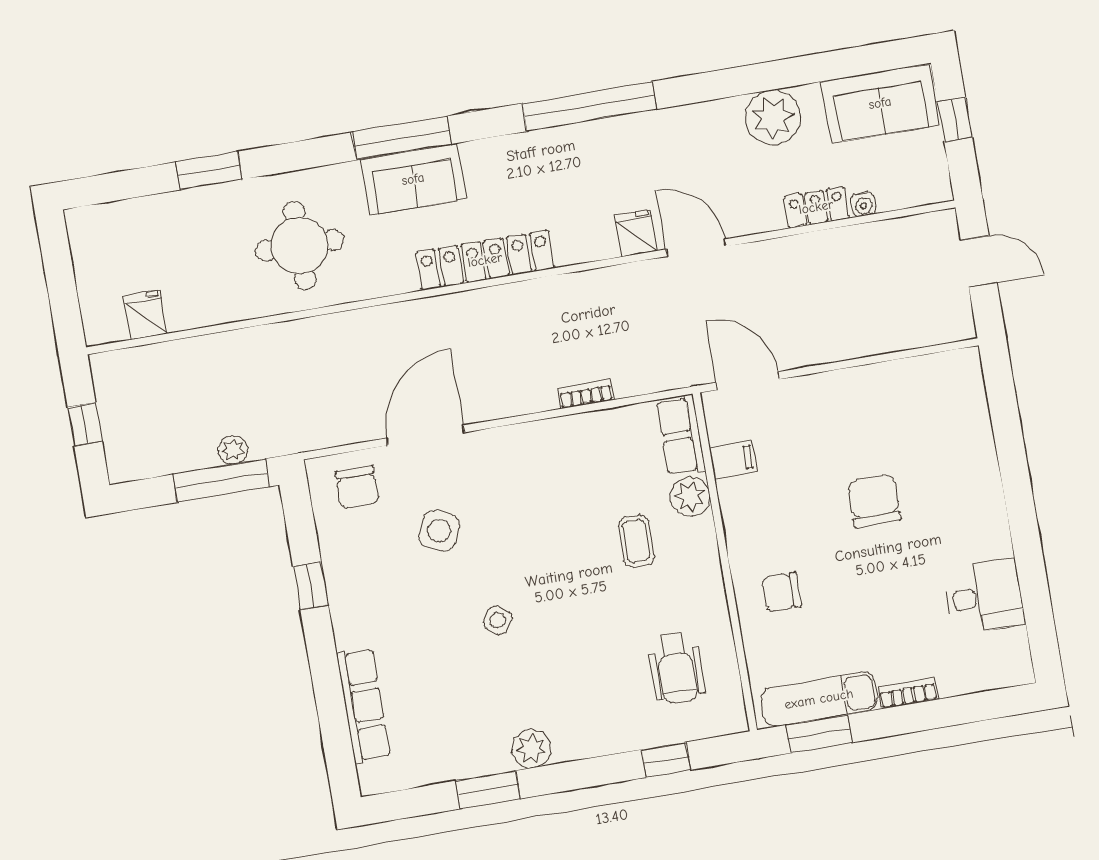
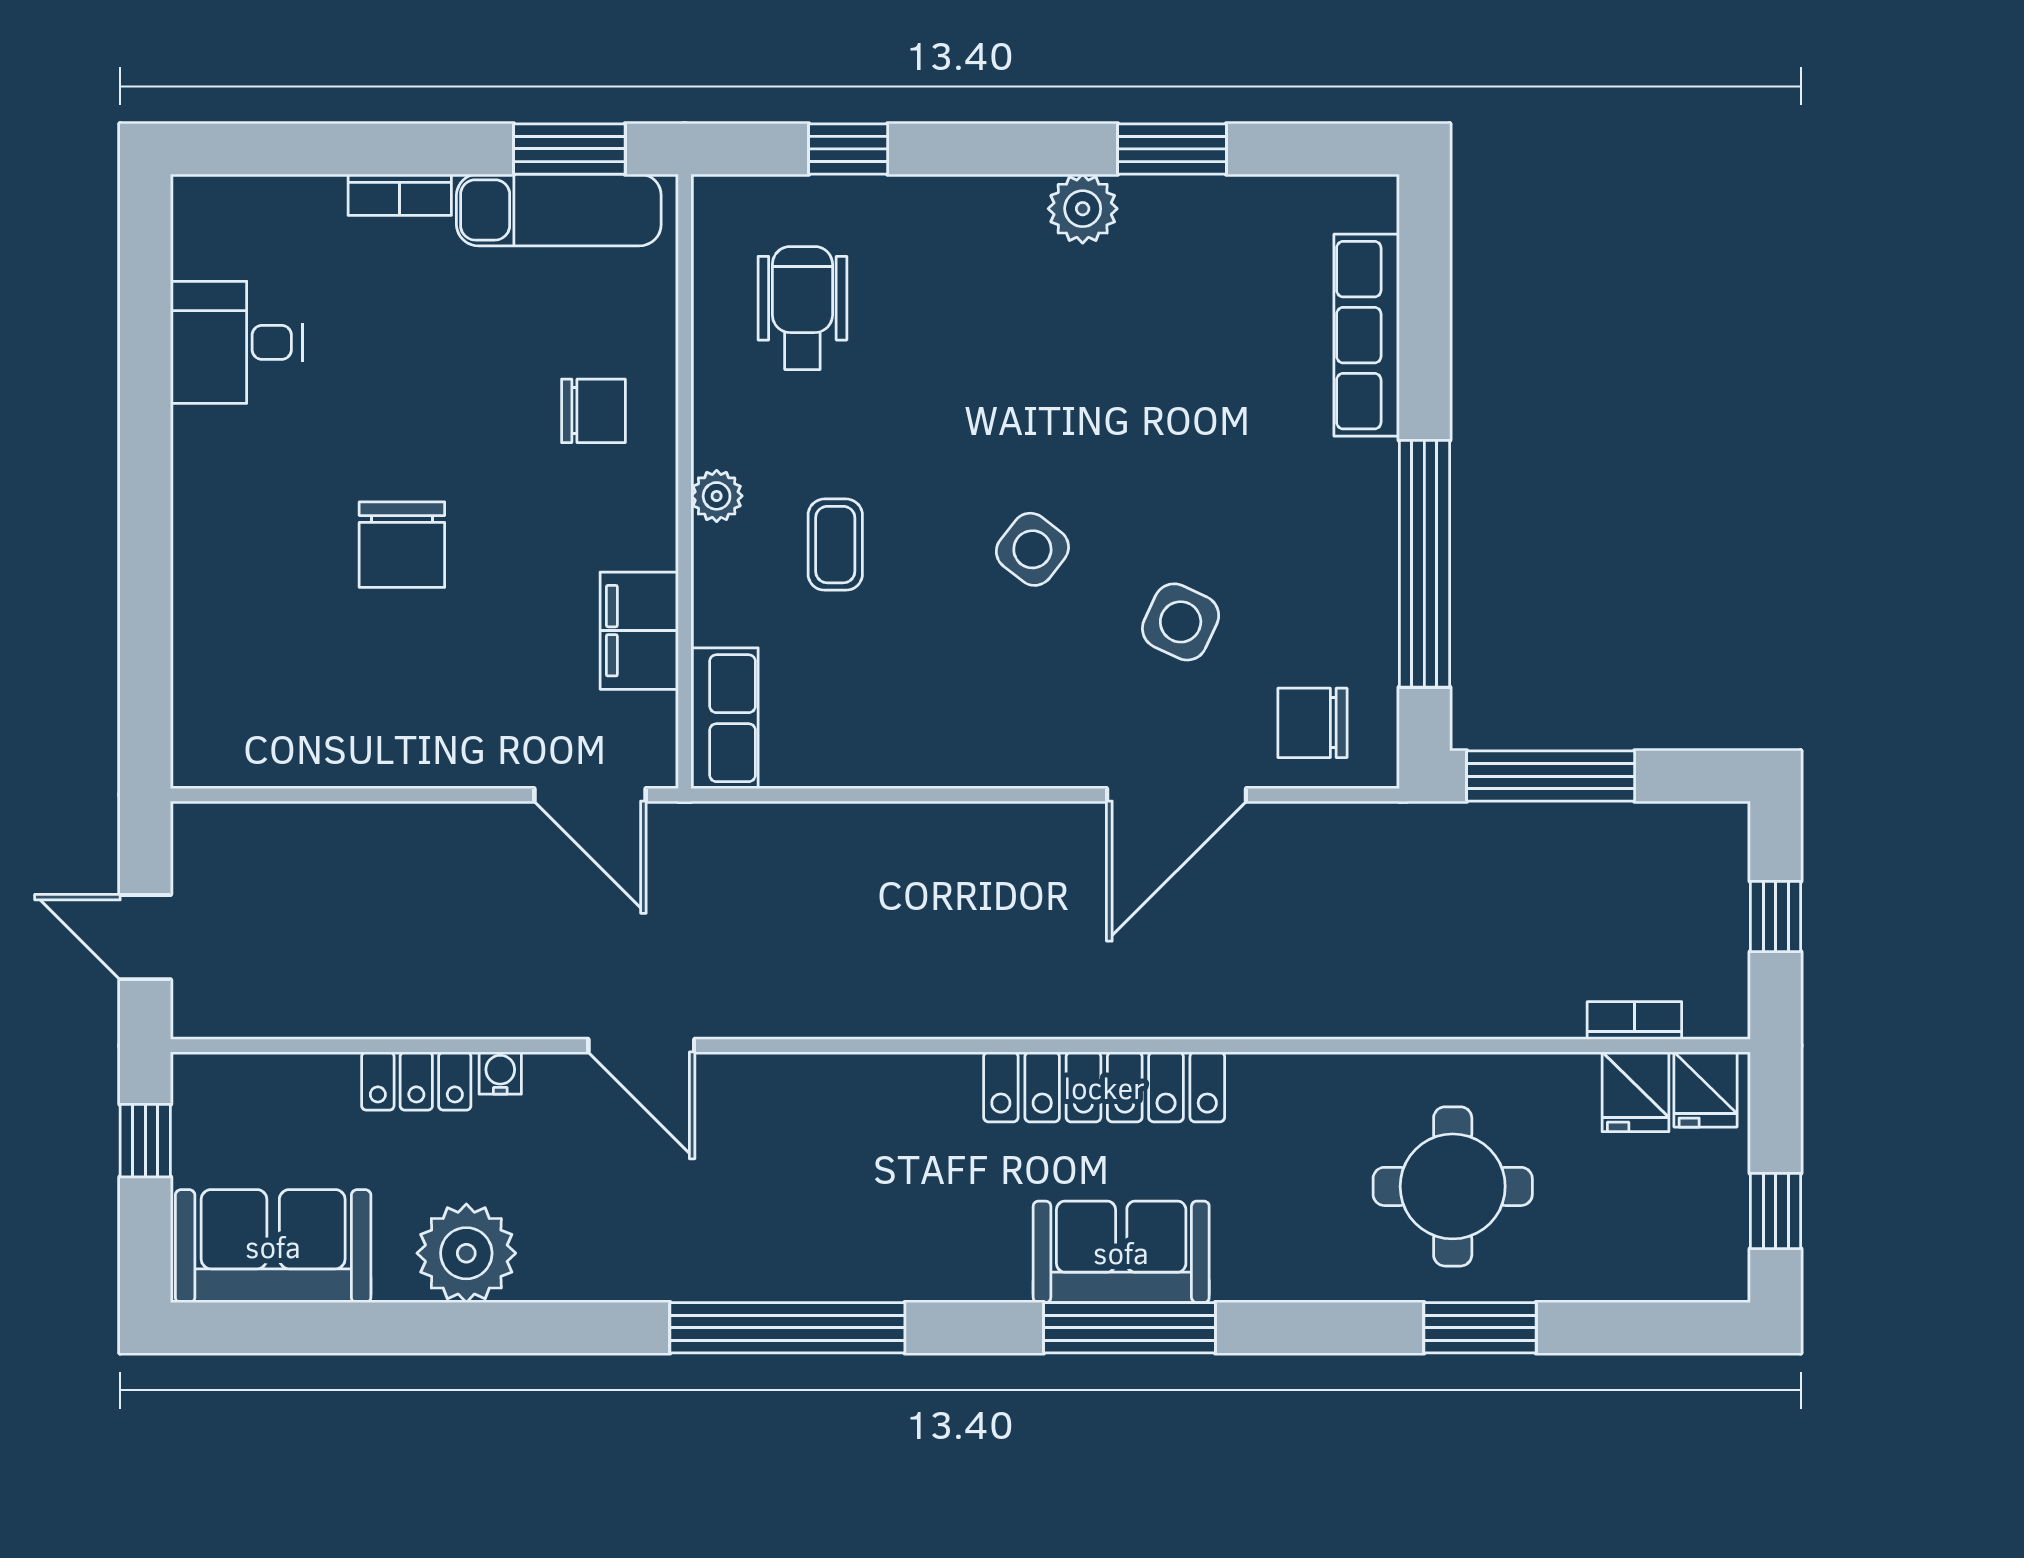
window: (955, 119) -> (145, 1141), moved
water cooler: (863, 204) -> (500, 1073), moved
fridge: (636, 233) -> (1705, 1089), moved
round table: (300, 245) -> (1453, 1186), moved
locker: (485, 260) -> (1104, 1087), moved
window: (57, 262) -> (1776, 1211), added
bookcase: (586, 394) -> (1634, 1020), moved, turned 180
plant: (233, 450) -> (1521, 827), removed
filing cabinet: (733, 459) -> (639, 631), width x2.00
chair: (357, 487) -> (1312, 723), turned -90
plant: (690, 497) -> (717, 496), moved, width x0.73, depth x0.73
window: (311, 585) -> (1424, 564), width x3.17
side table: (498, 620) -> (1032, 549), moved, width x1.37, depth x1.37

